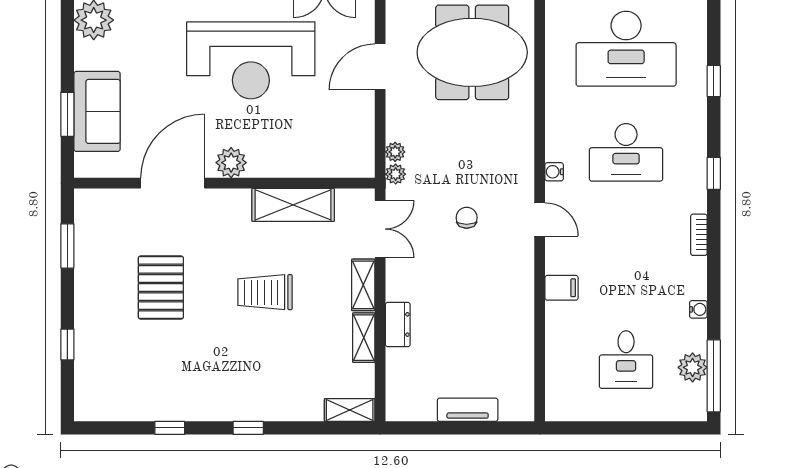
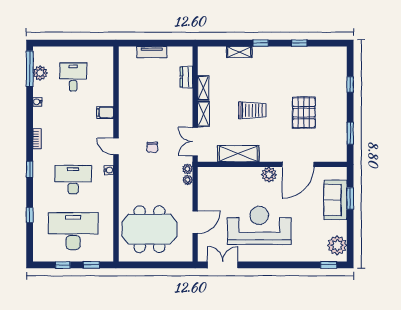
dresser: (398, 324) -> (186, 77), moved
shelving: (350, 410) -> (239, 52), moved

